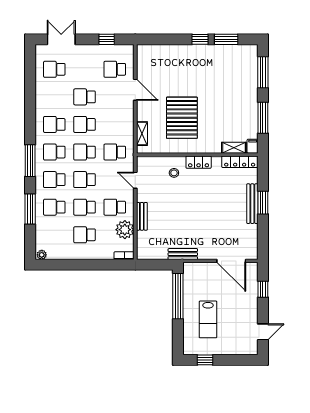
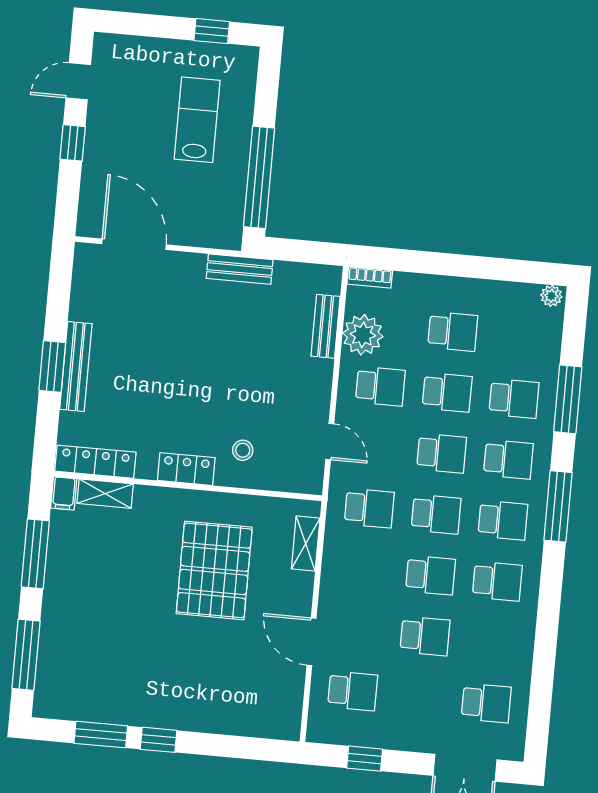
bench: (142, 216) -> (326, 326), moved
window: (263, 289) -> (73, 143), moved

